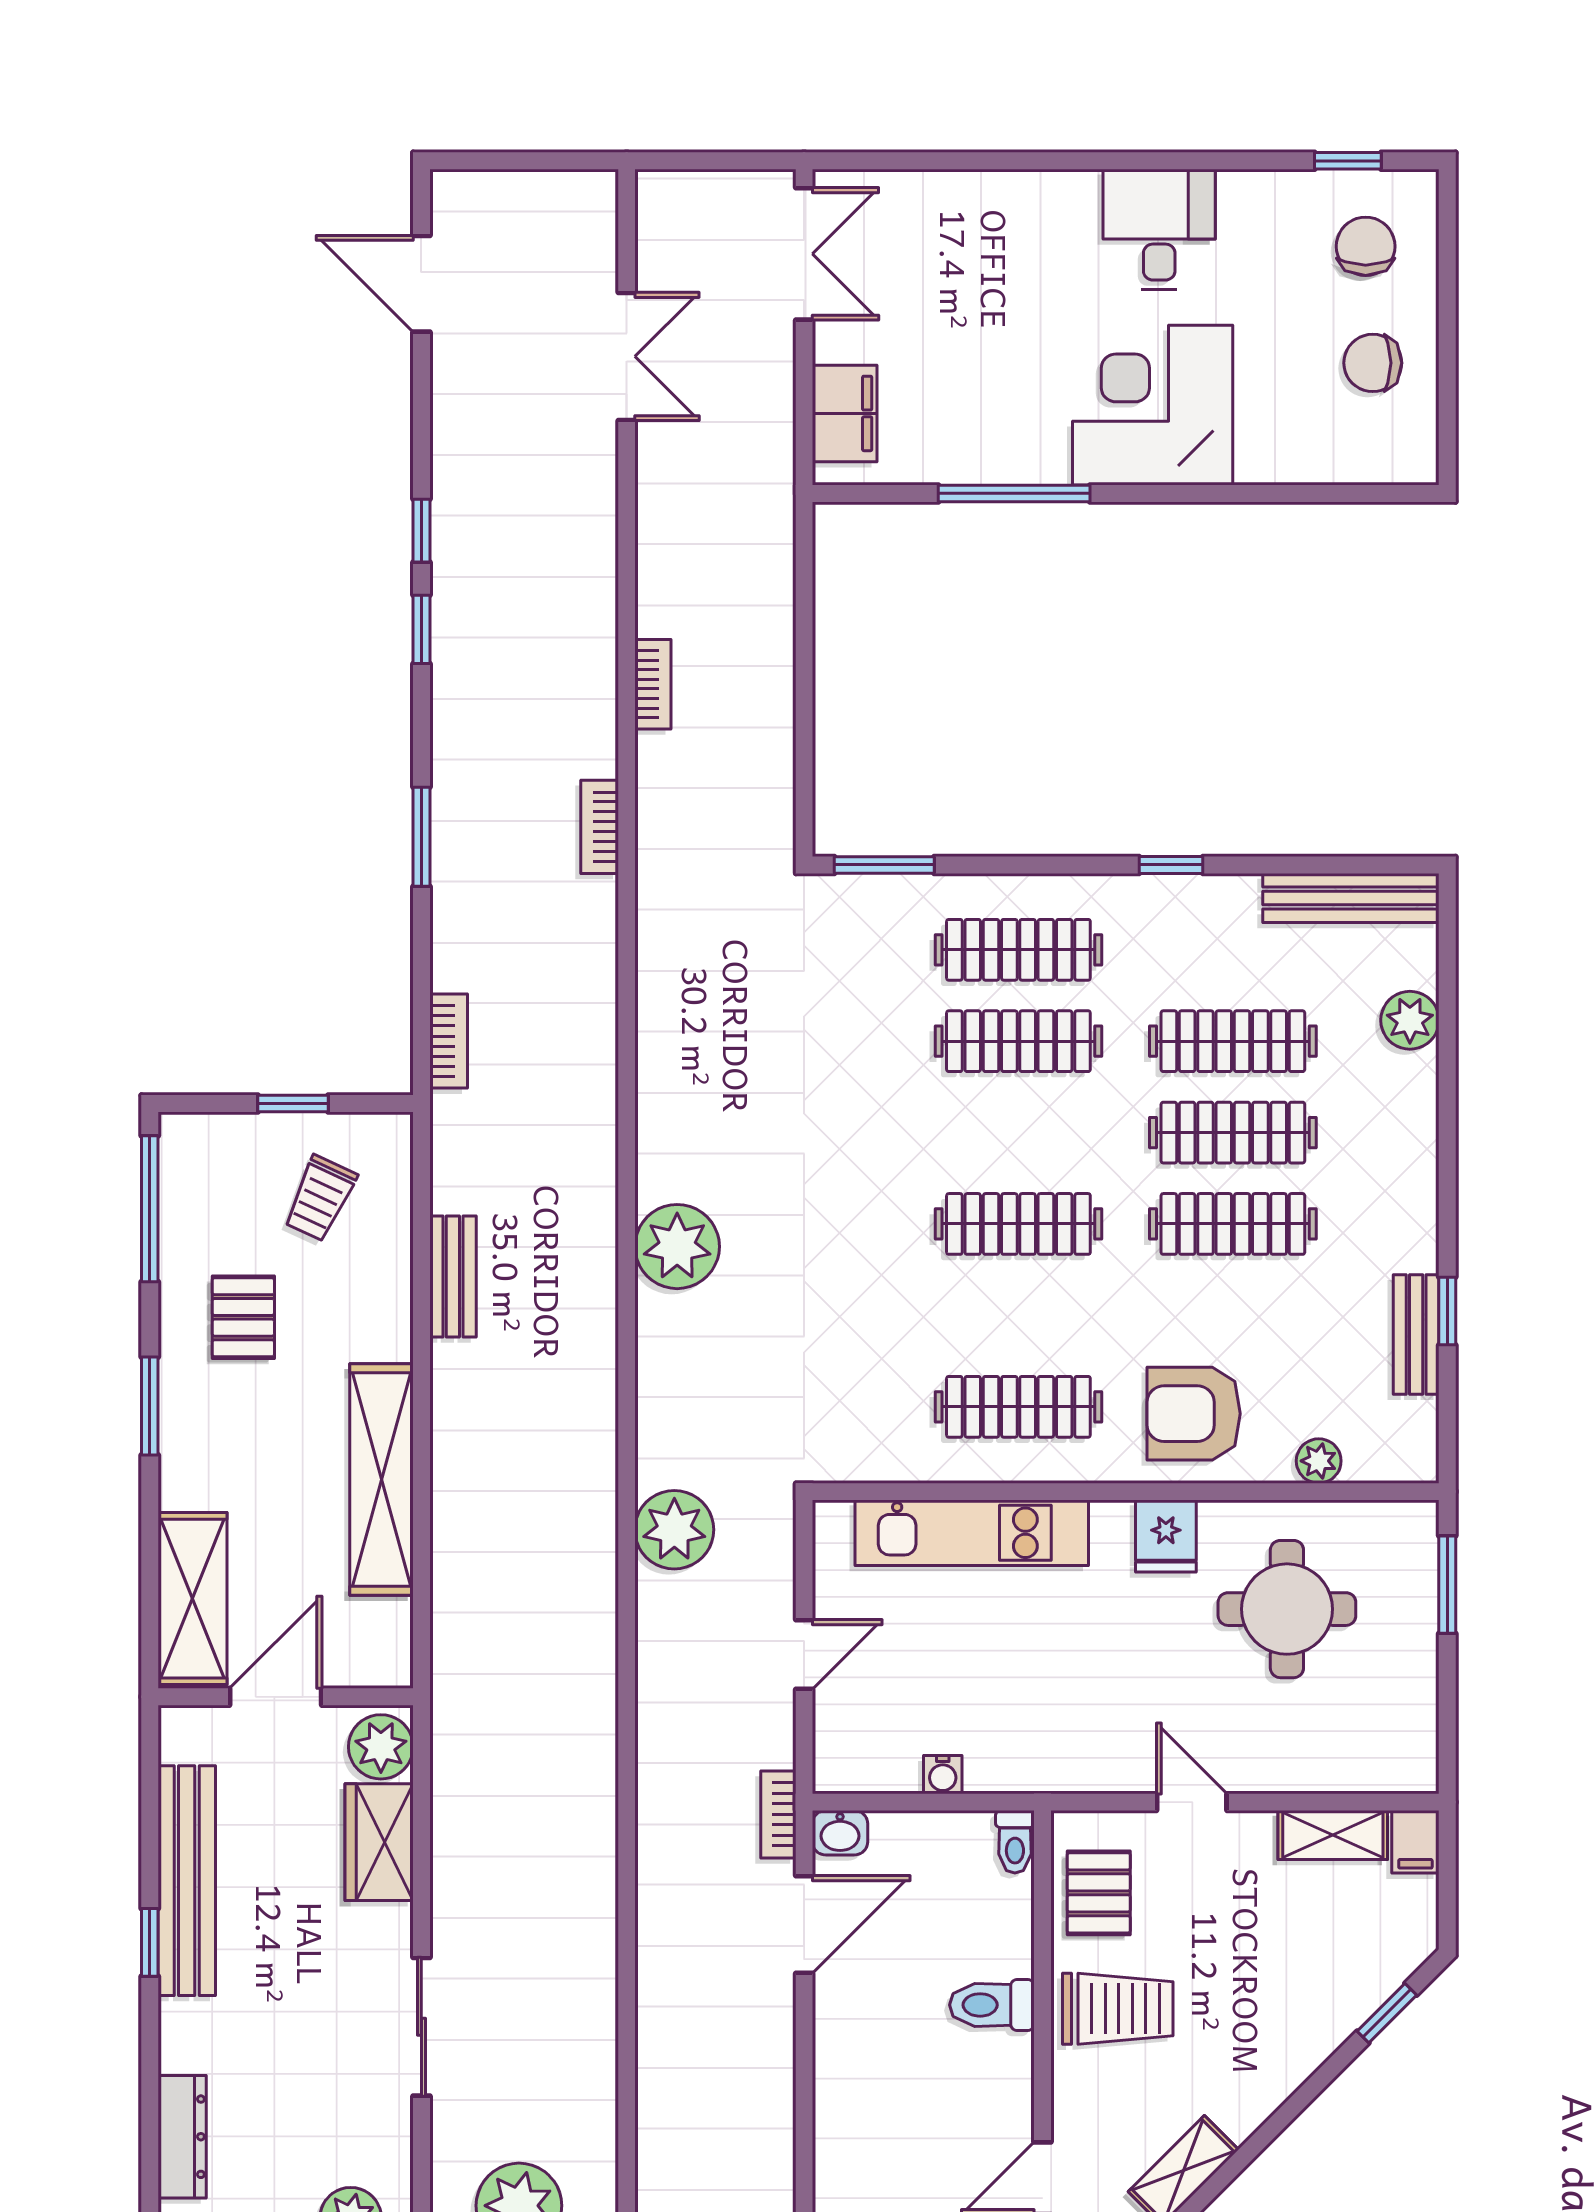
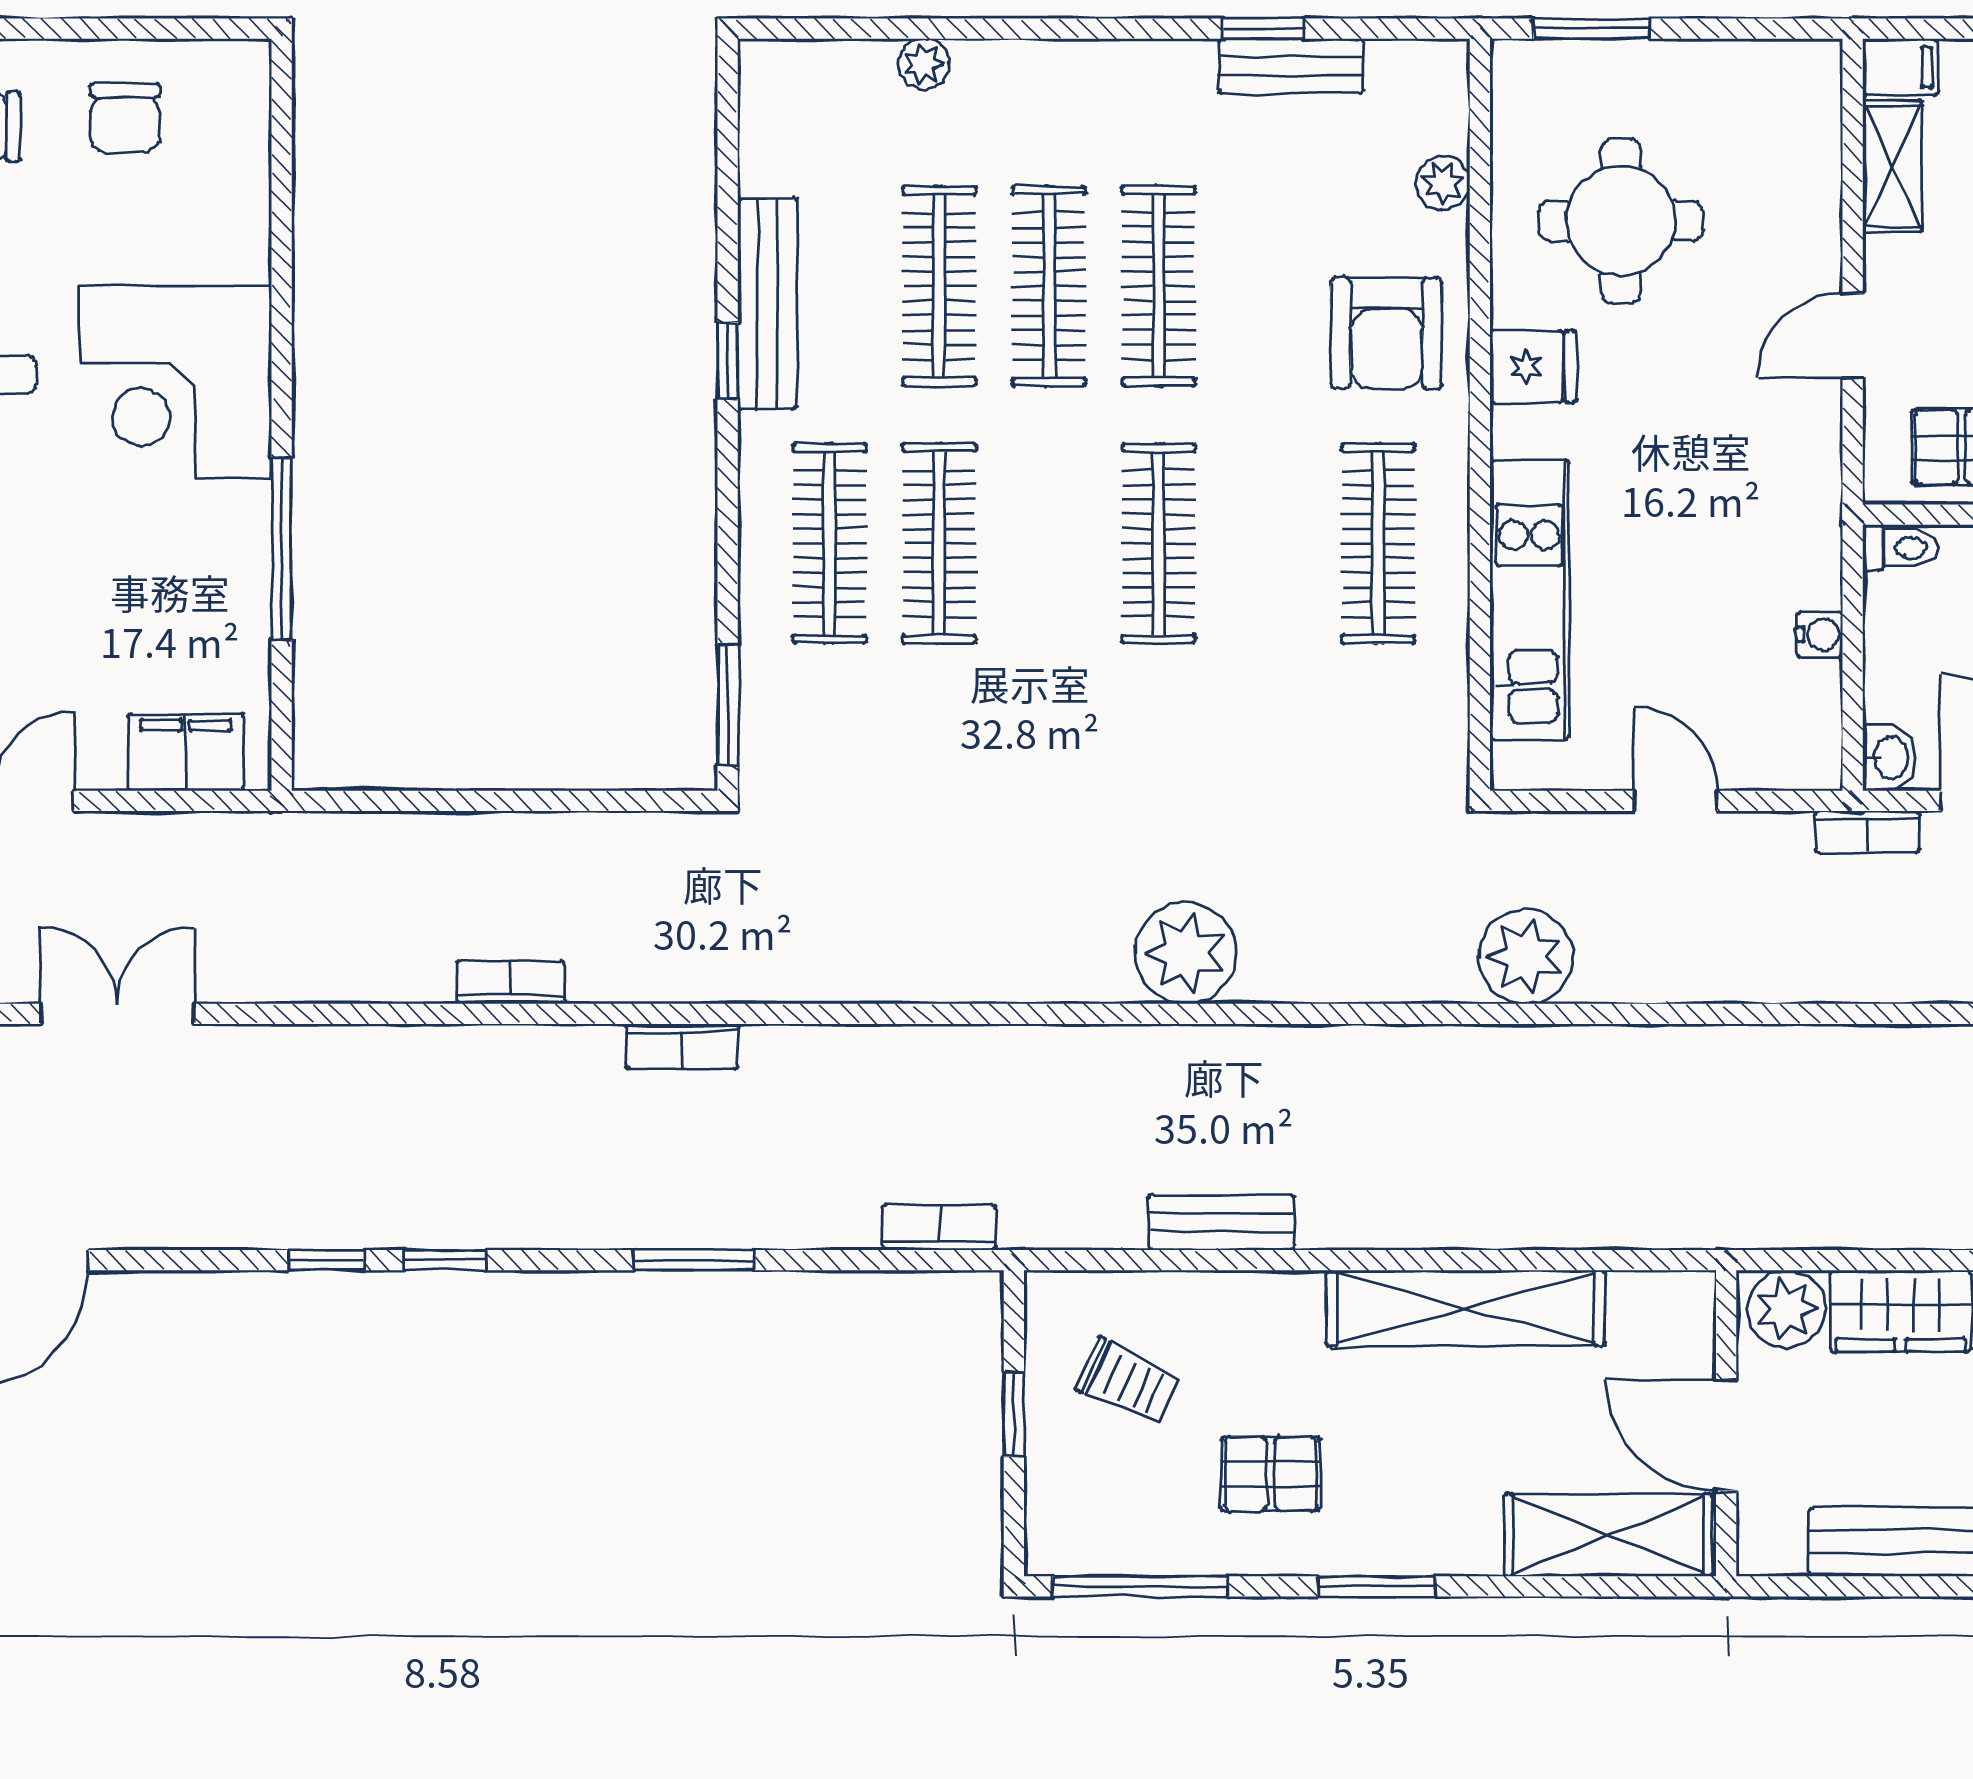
bench: (1351, 898) -> (767, 304), moved
plant: (1410, 1020) -> (924, 64), width x0.73, depth x0.73

